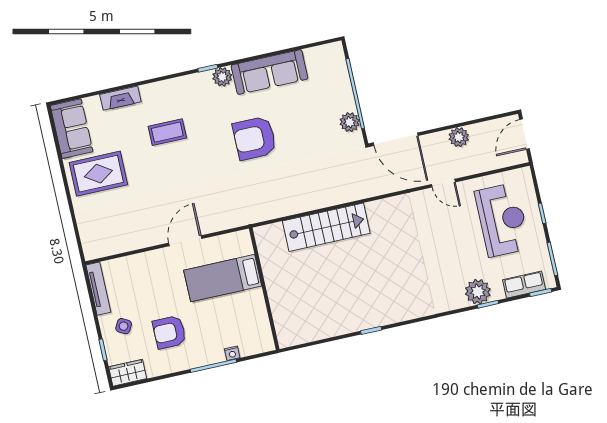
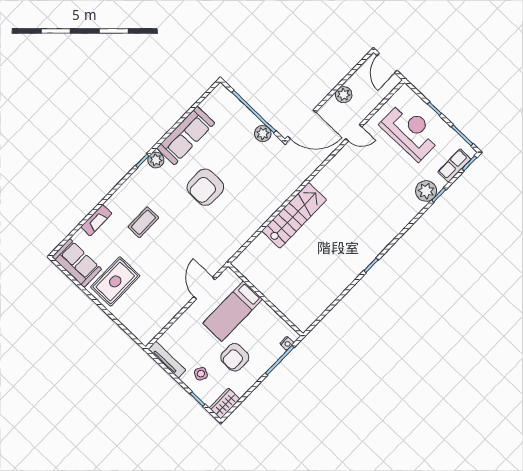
bed: (223, 278) -> (233, 311), moved
wall: (264, 289) -> (266, 300), moved

